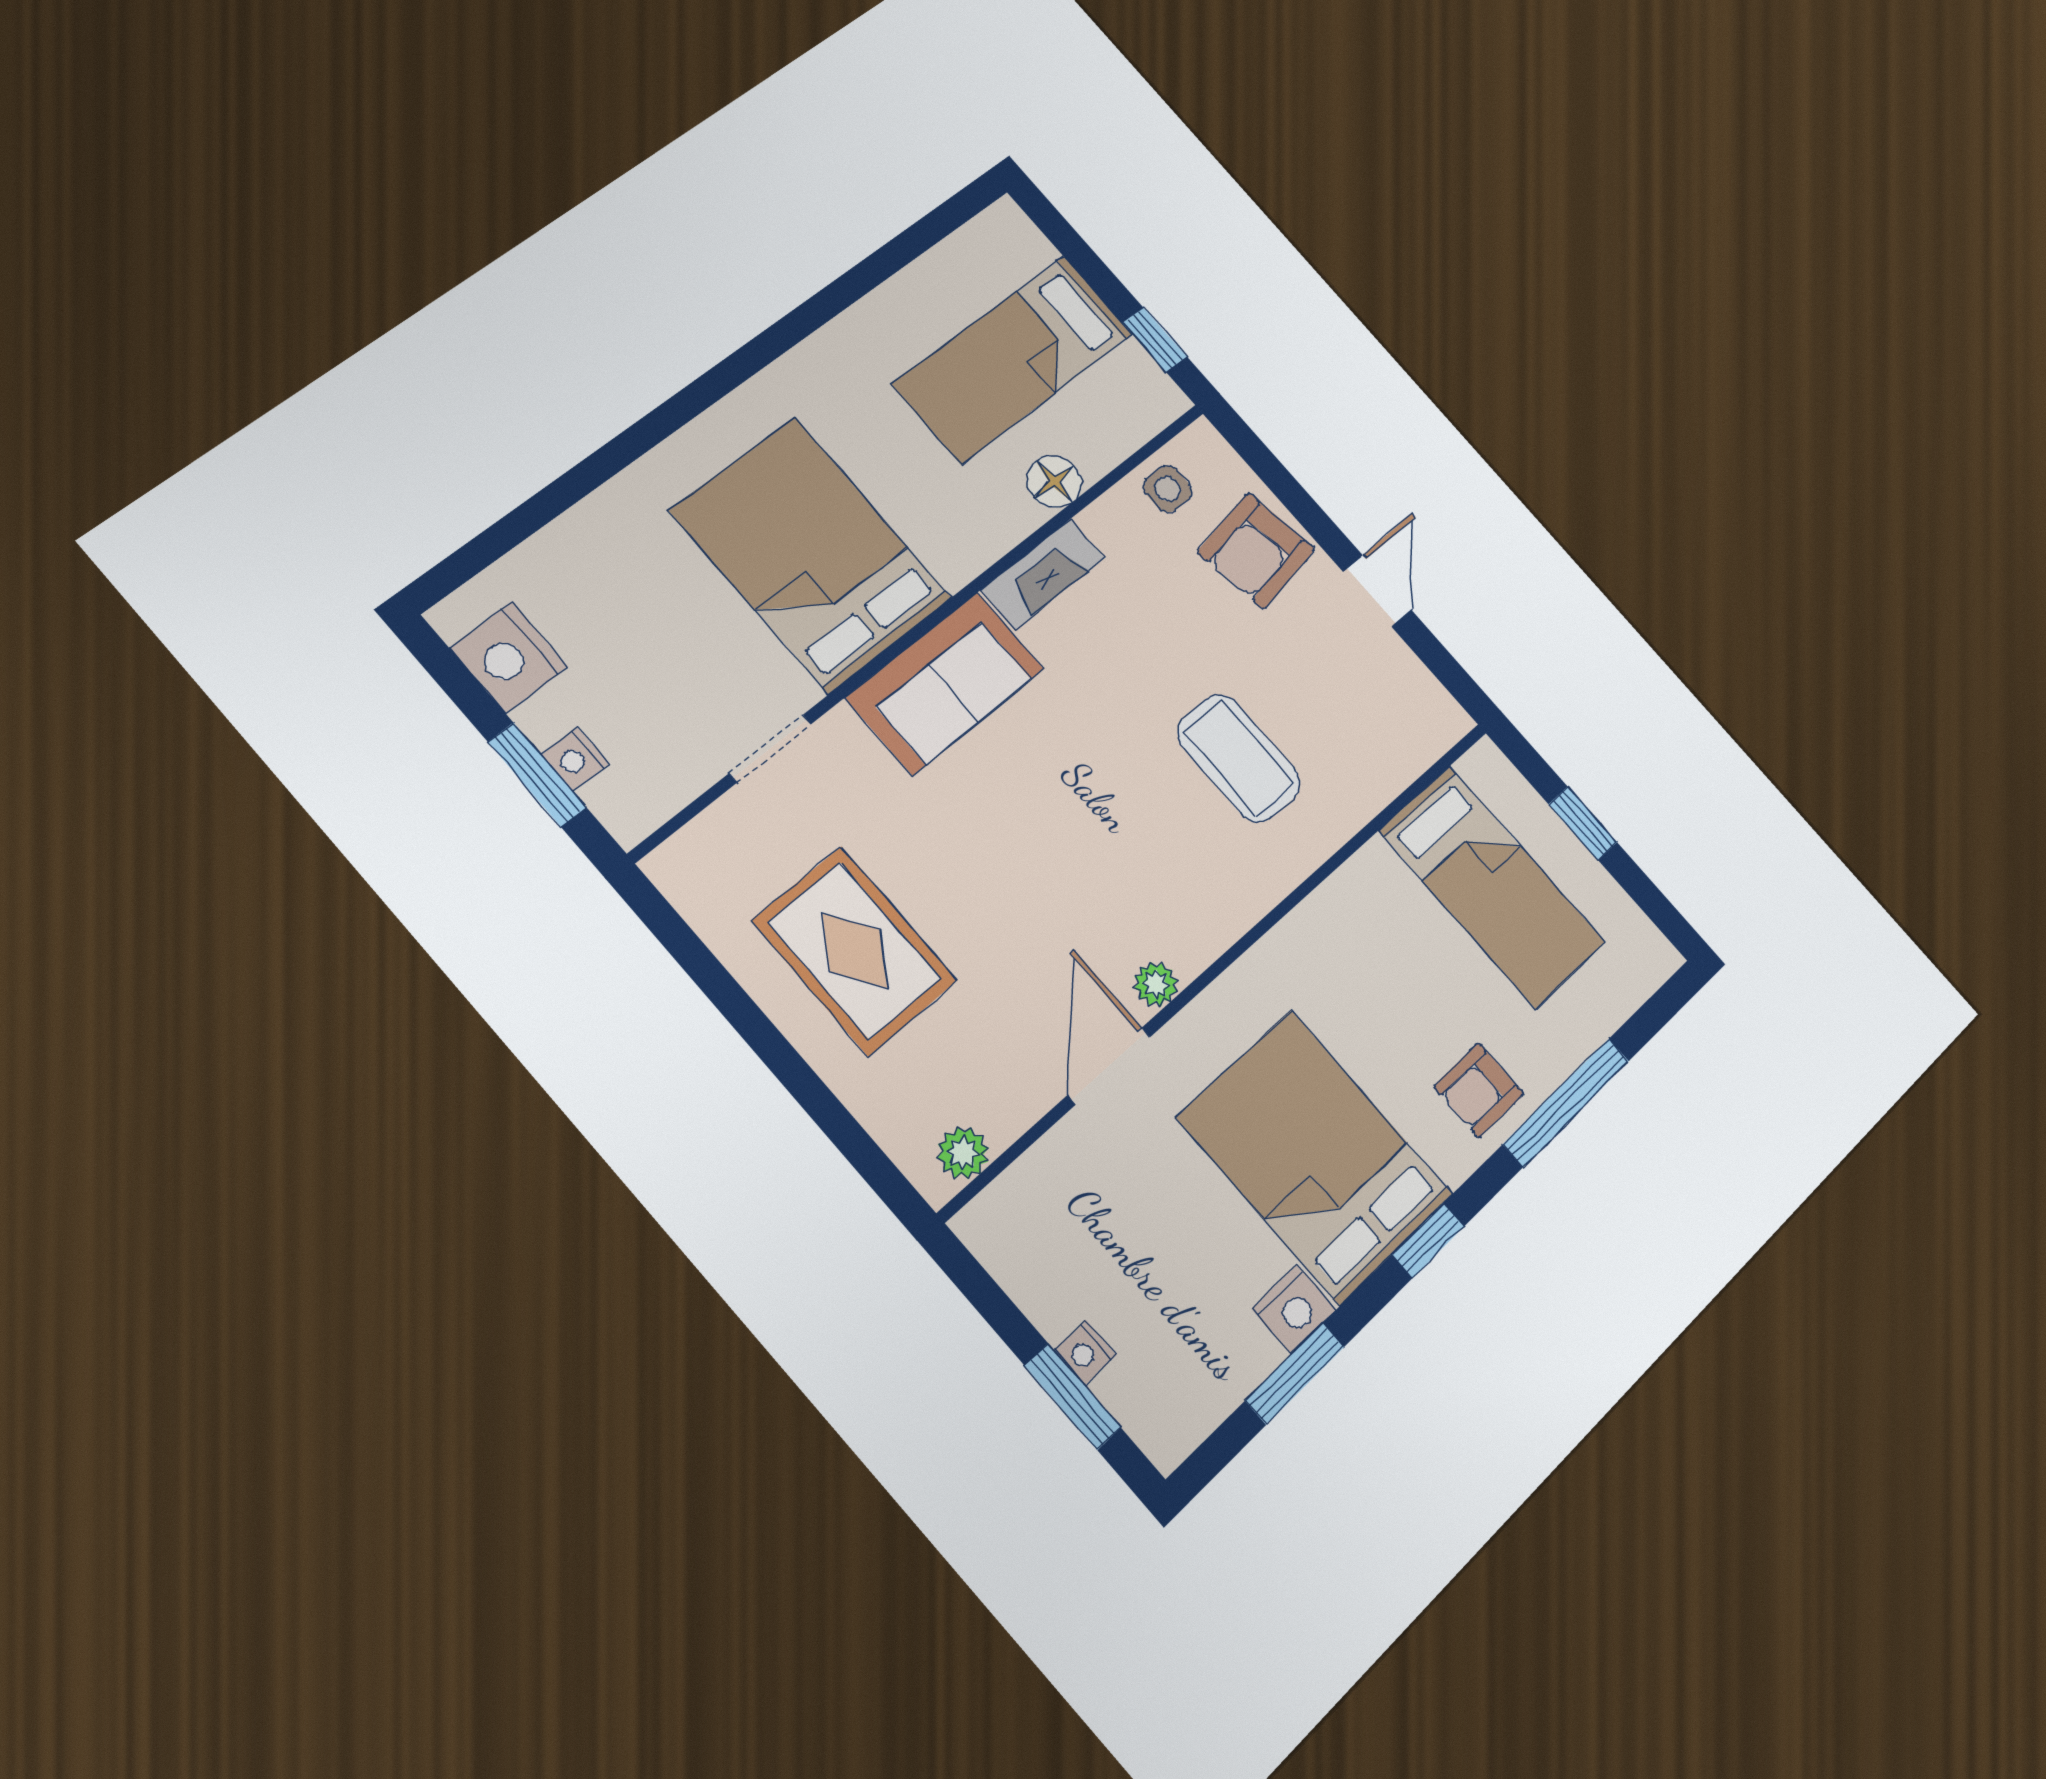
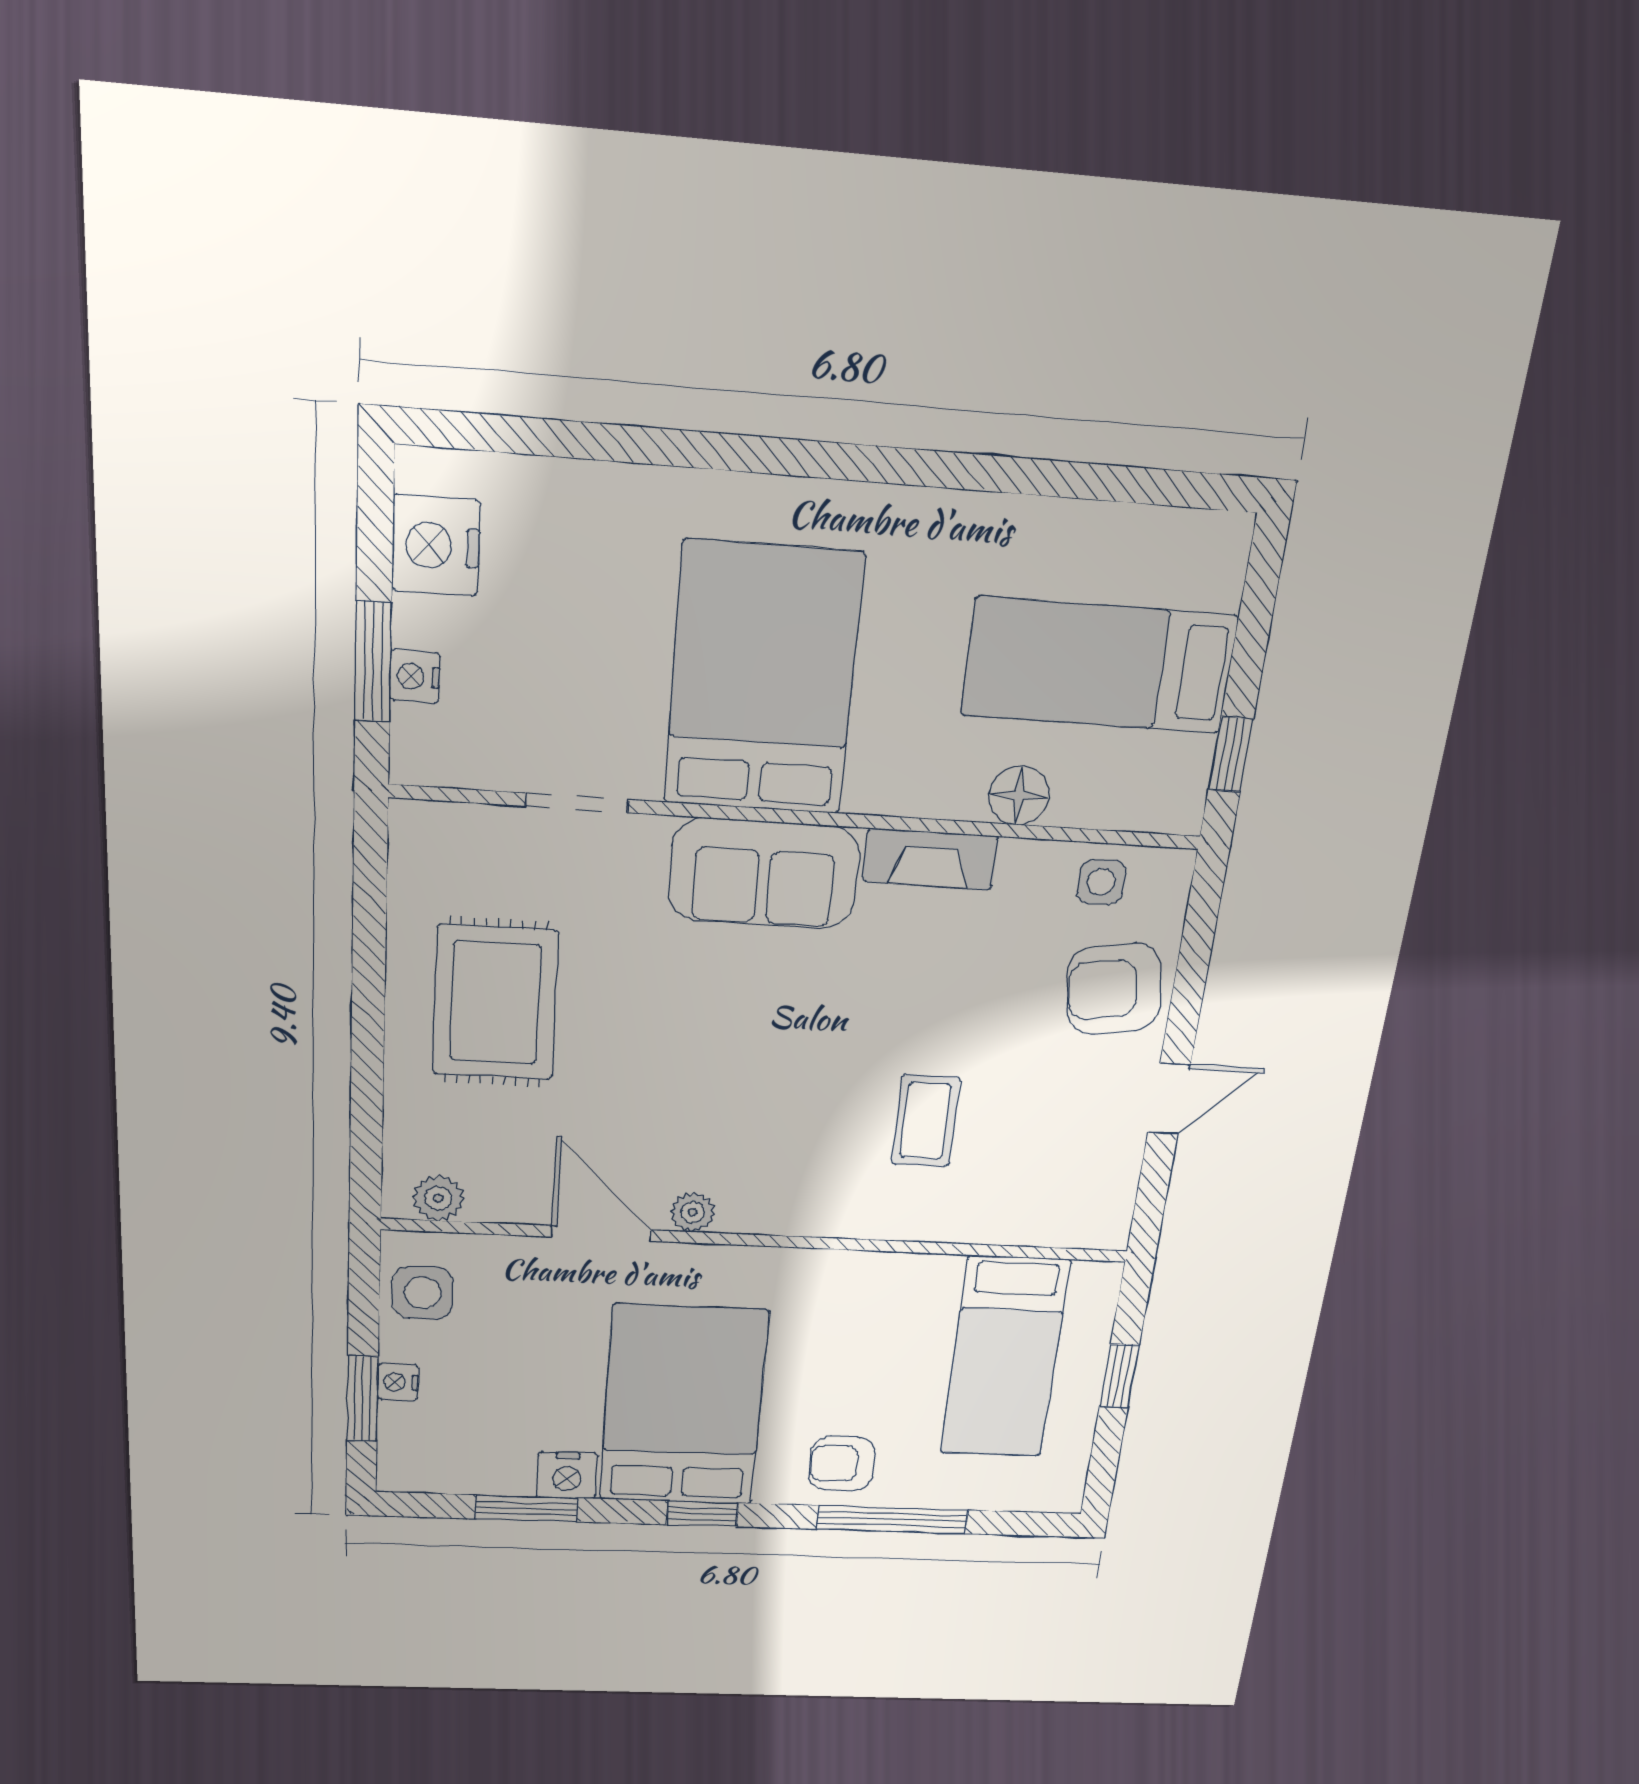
coffee table: (1239, 758) -> (925, 1121), width x0.73, depth x0.77
door: (1109, 1066) -> (601, 1233), hinge flipped
side table: (1028, 1249) -> (423, 1293), added

